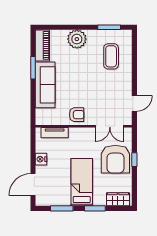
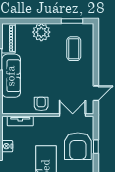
armchair: (77, 115) -> (41, 104), turned -90
double door: (110, 126) -> (73, 115), swing flipped

